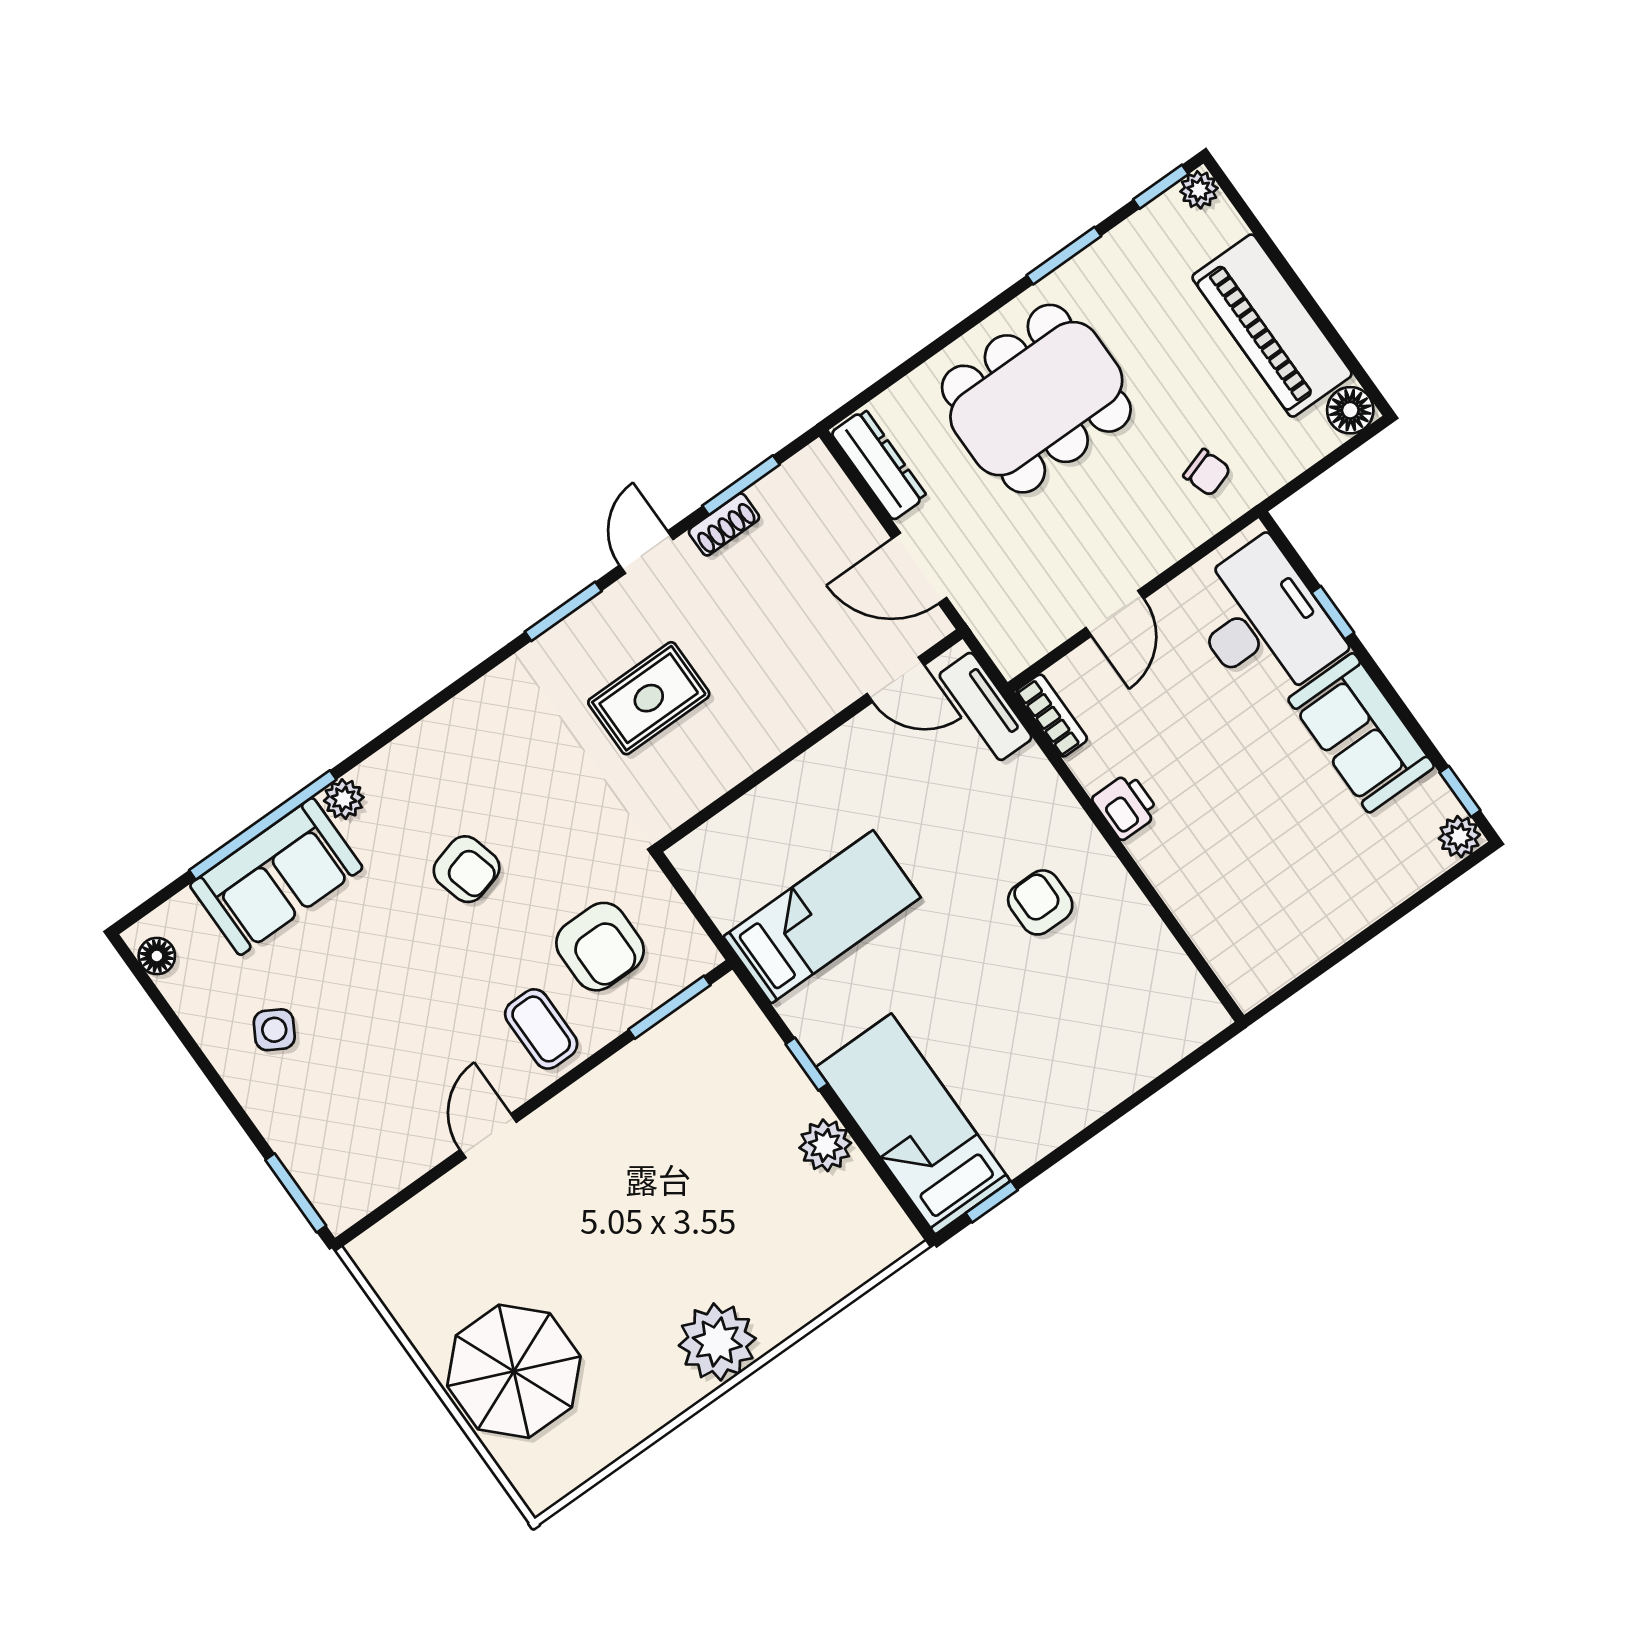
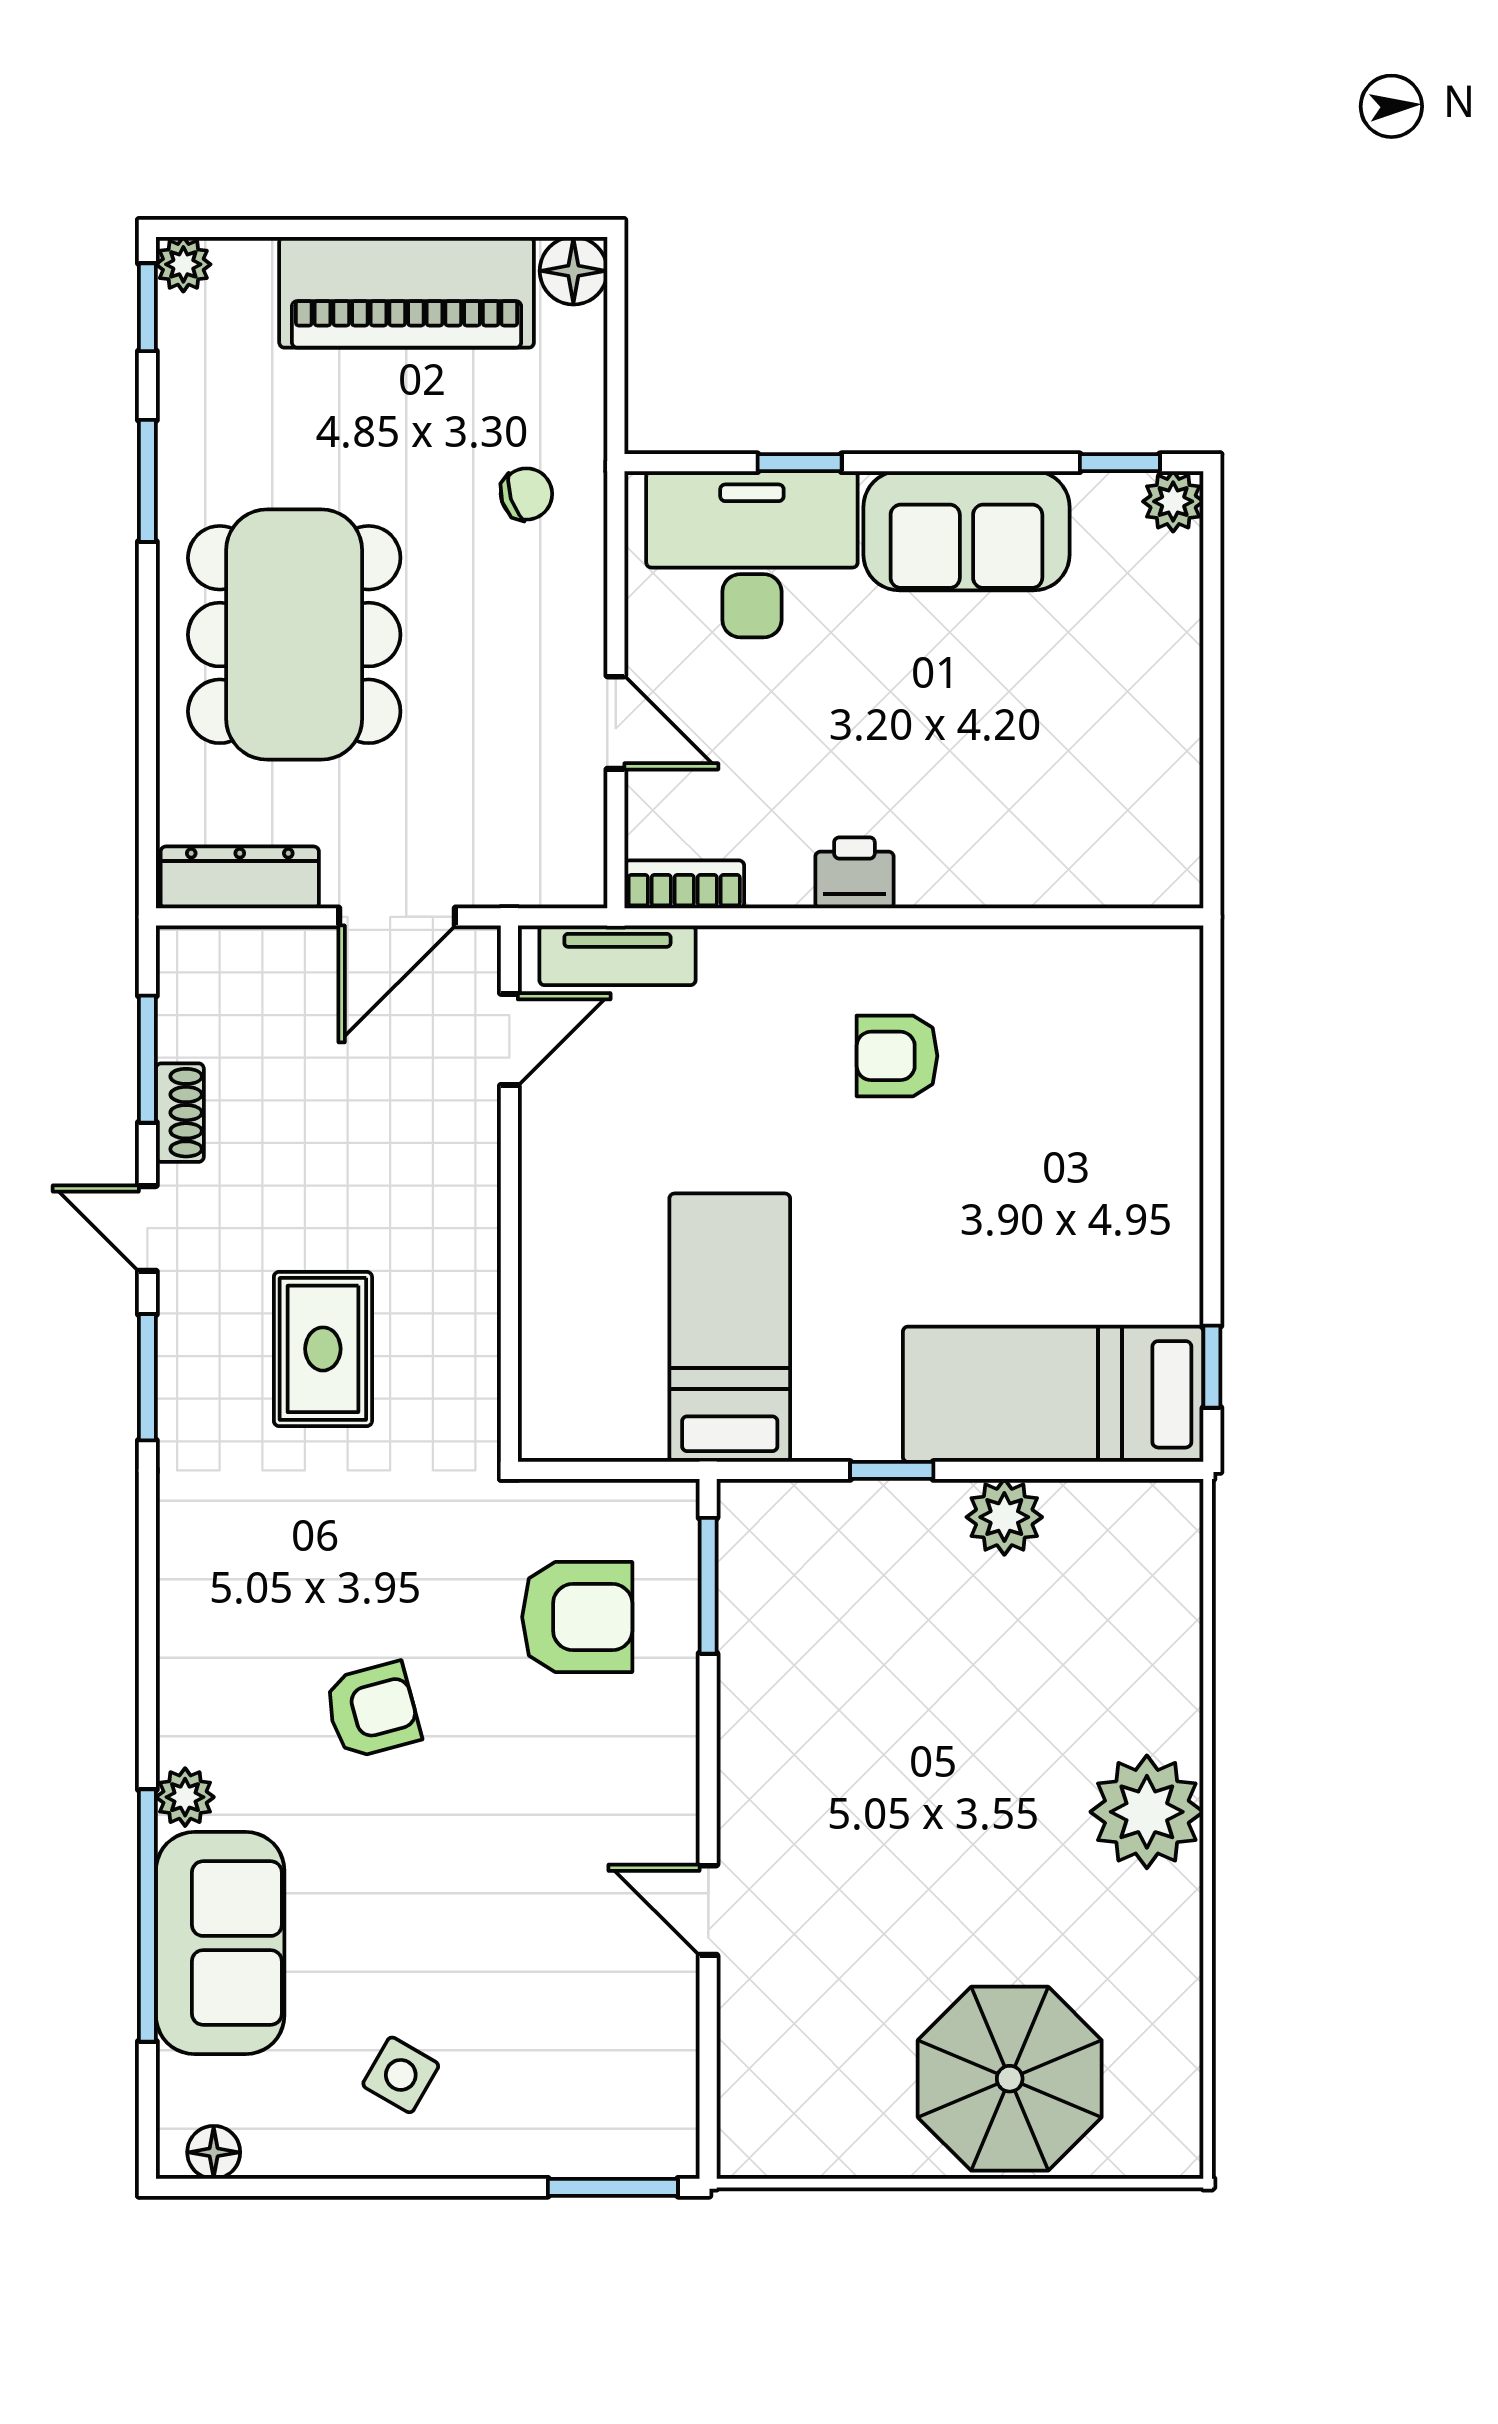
coffee table: (541, 1029) -> (625, 1757), removed

